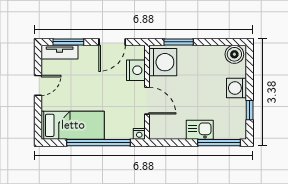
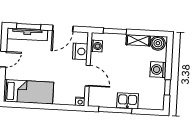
tv unit: (60, 52) -> (27, 34), width x1.41
shelving: (209, 52) -> (138, 40), added
washing machine: (163, 62) -> (96, 46), width x0.53, depth x0.53
window: (99, 143) -> (48, 106), removed
window: (219, 143) -> (115, 110), moved

